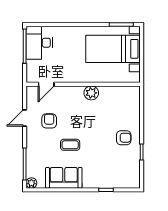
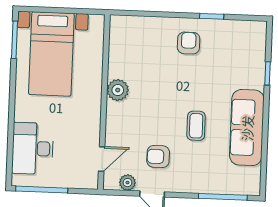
desk: (39, 43) -> (33, 148), moved, turned 90
door: (46, 84) -> (102, 159), hinge flipped
sofa: (64, 178) -> (247, 128), width x1.36
plant: (31, 183) -> (127, 183), moved

